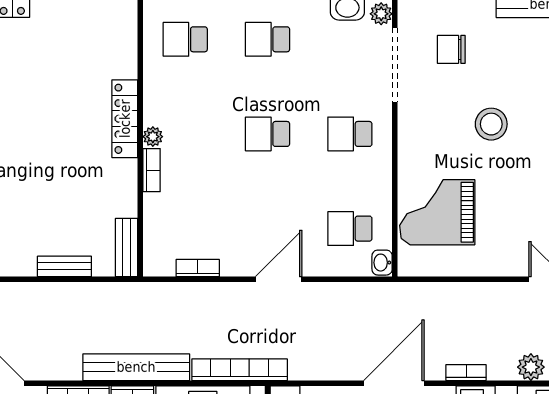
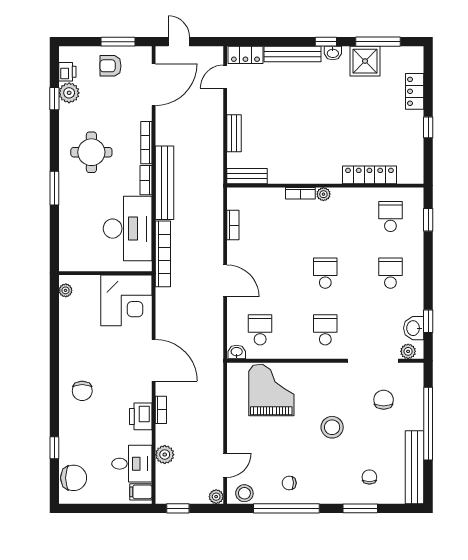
locker: (125, 119) -> (369, 175), moved

